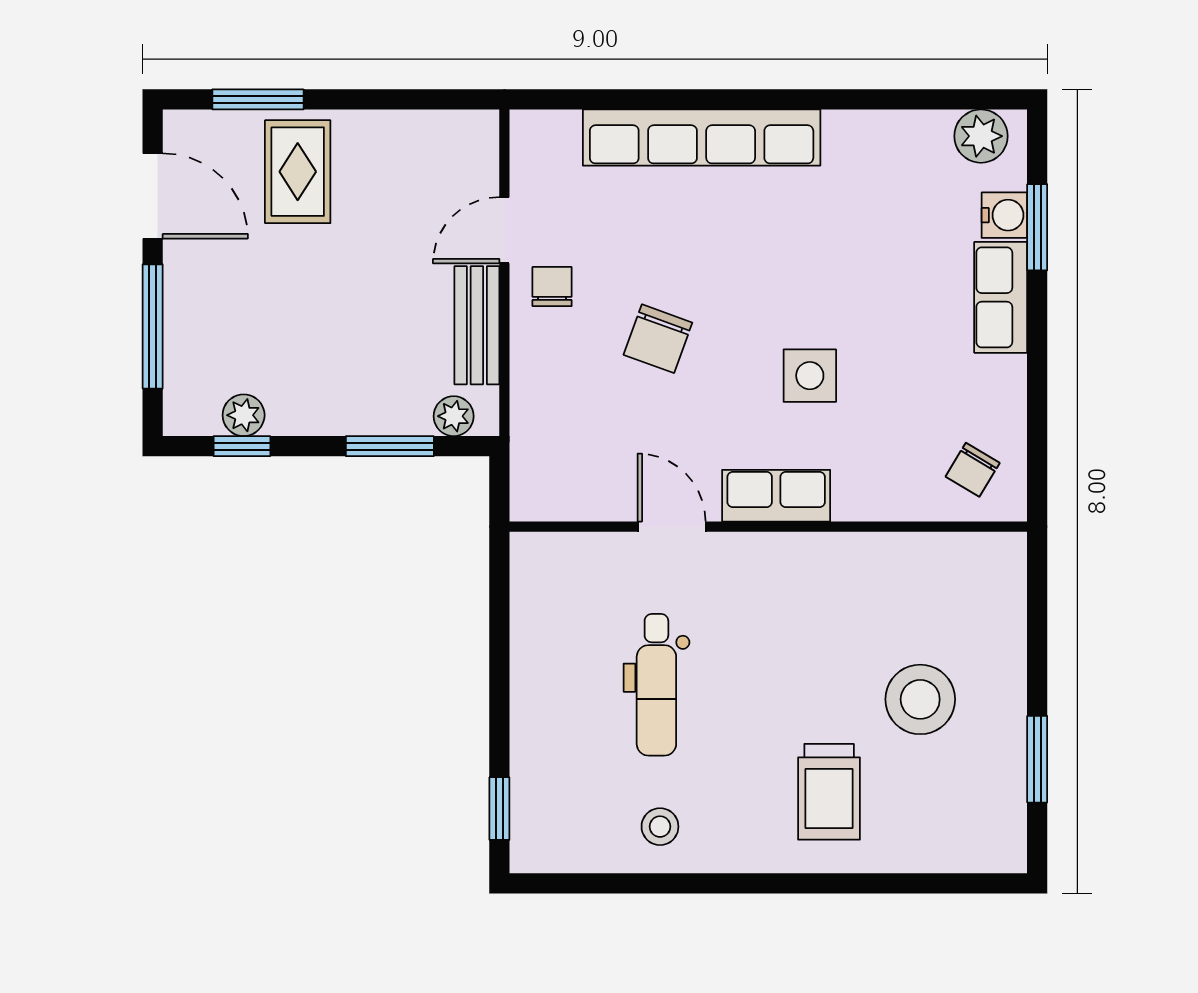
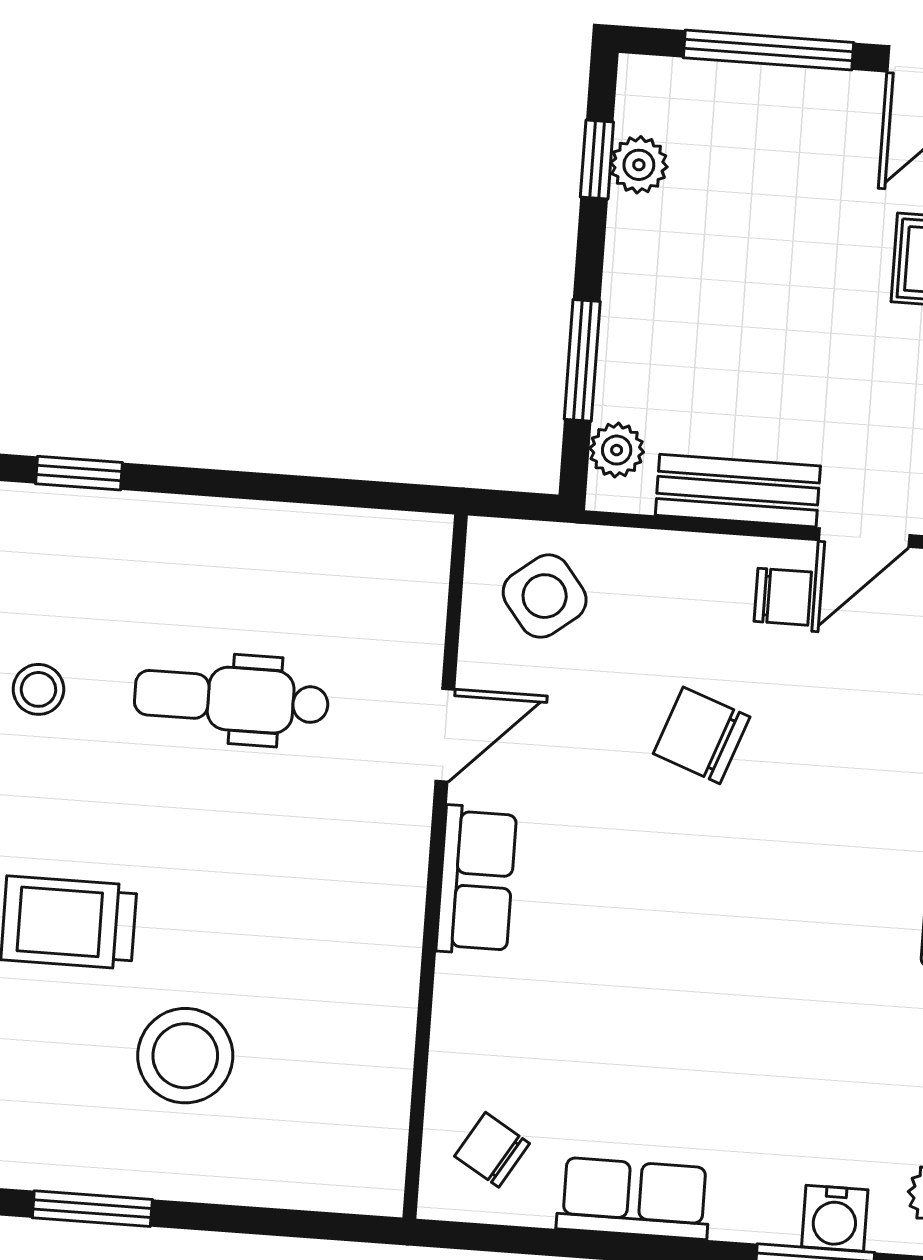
door: (504, 230) -> (864, 538), swing flipped
row of seats: (1001, 297) -> (634, 1198), moved
side table: (810, 376) -> (545, 596), moved, turned -38

